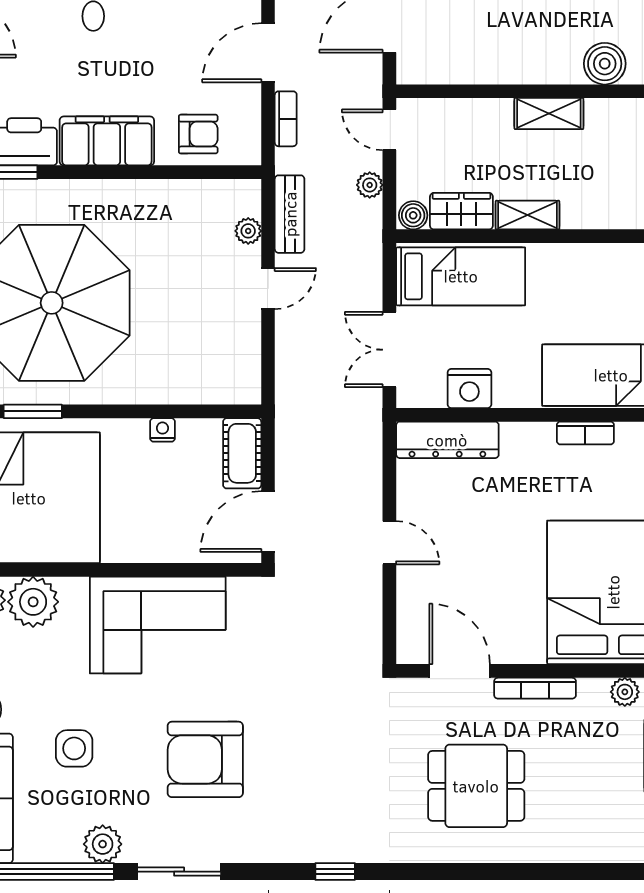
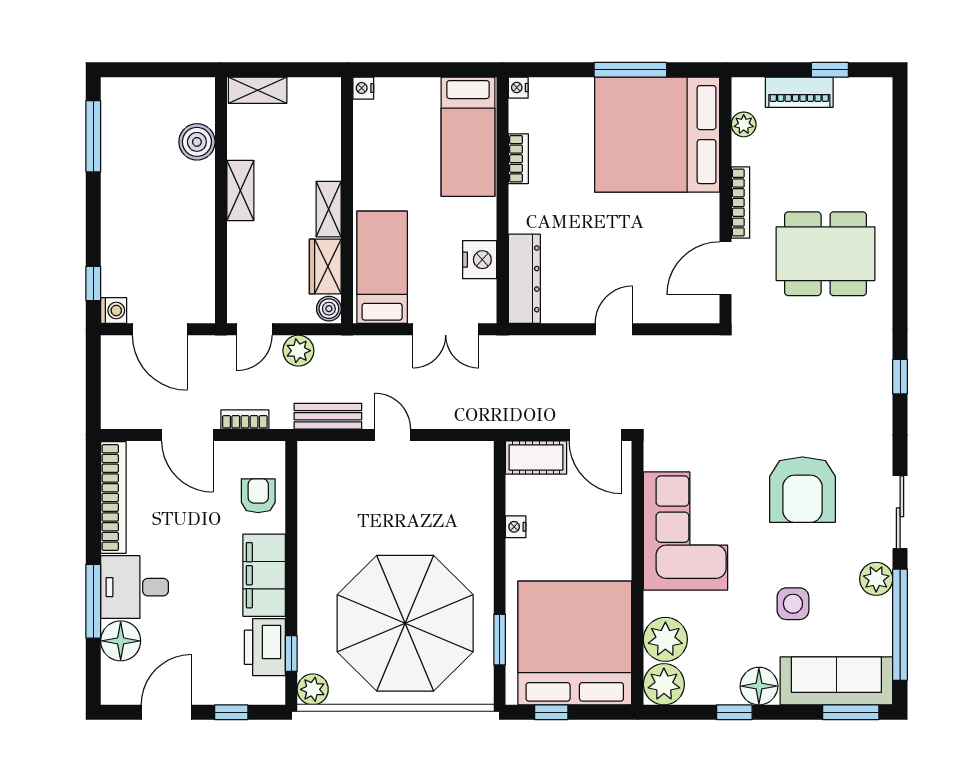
plant: (370, 185) -> (298, 351), width x1.38, depth x1.38
plant: (248, 231) -> (343, 452), removed
dining table: (476, 786) -> (826, 254), width x1.37

